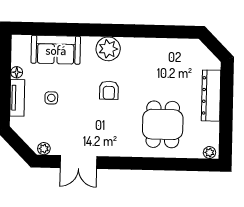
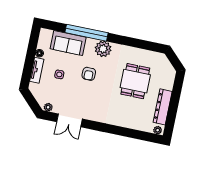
window: (80, 30) -> (87, 33), added
armchair: (109, 90) -> (89, 74), moved
dresser: (211, 96) -> (163, 107), moved
dining table: (163, 124) -> (135, 81), moved

